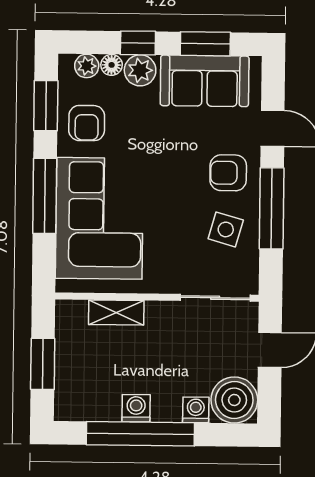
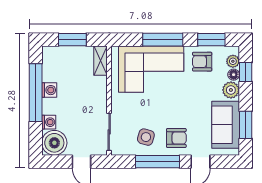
window: (138, 43) -> (246, 72), moved
armchair: (228, 173) -> (176, 138), turned 90
shelving: (116, 312) -> (101, 61), moved

